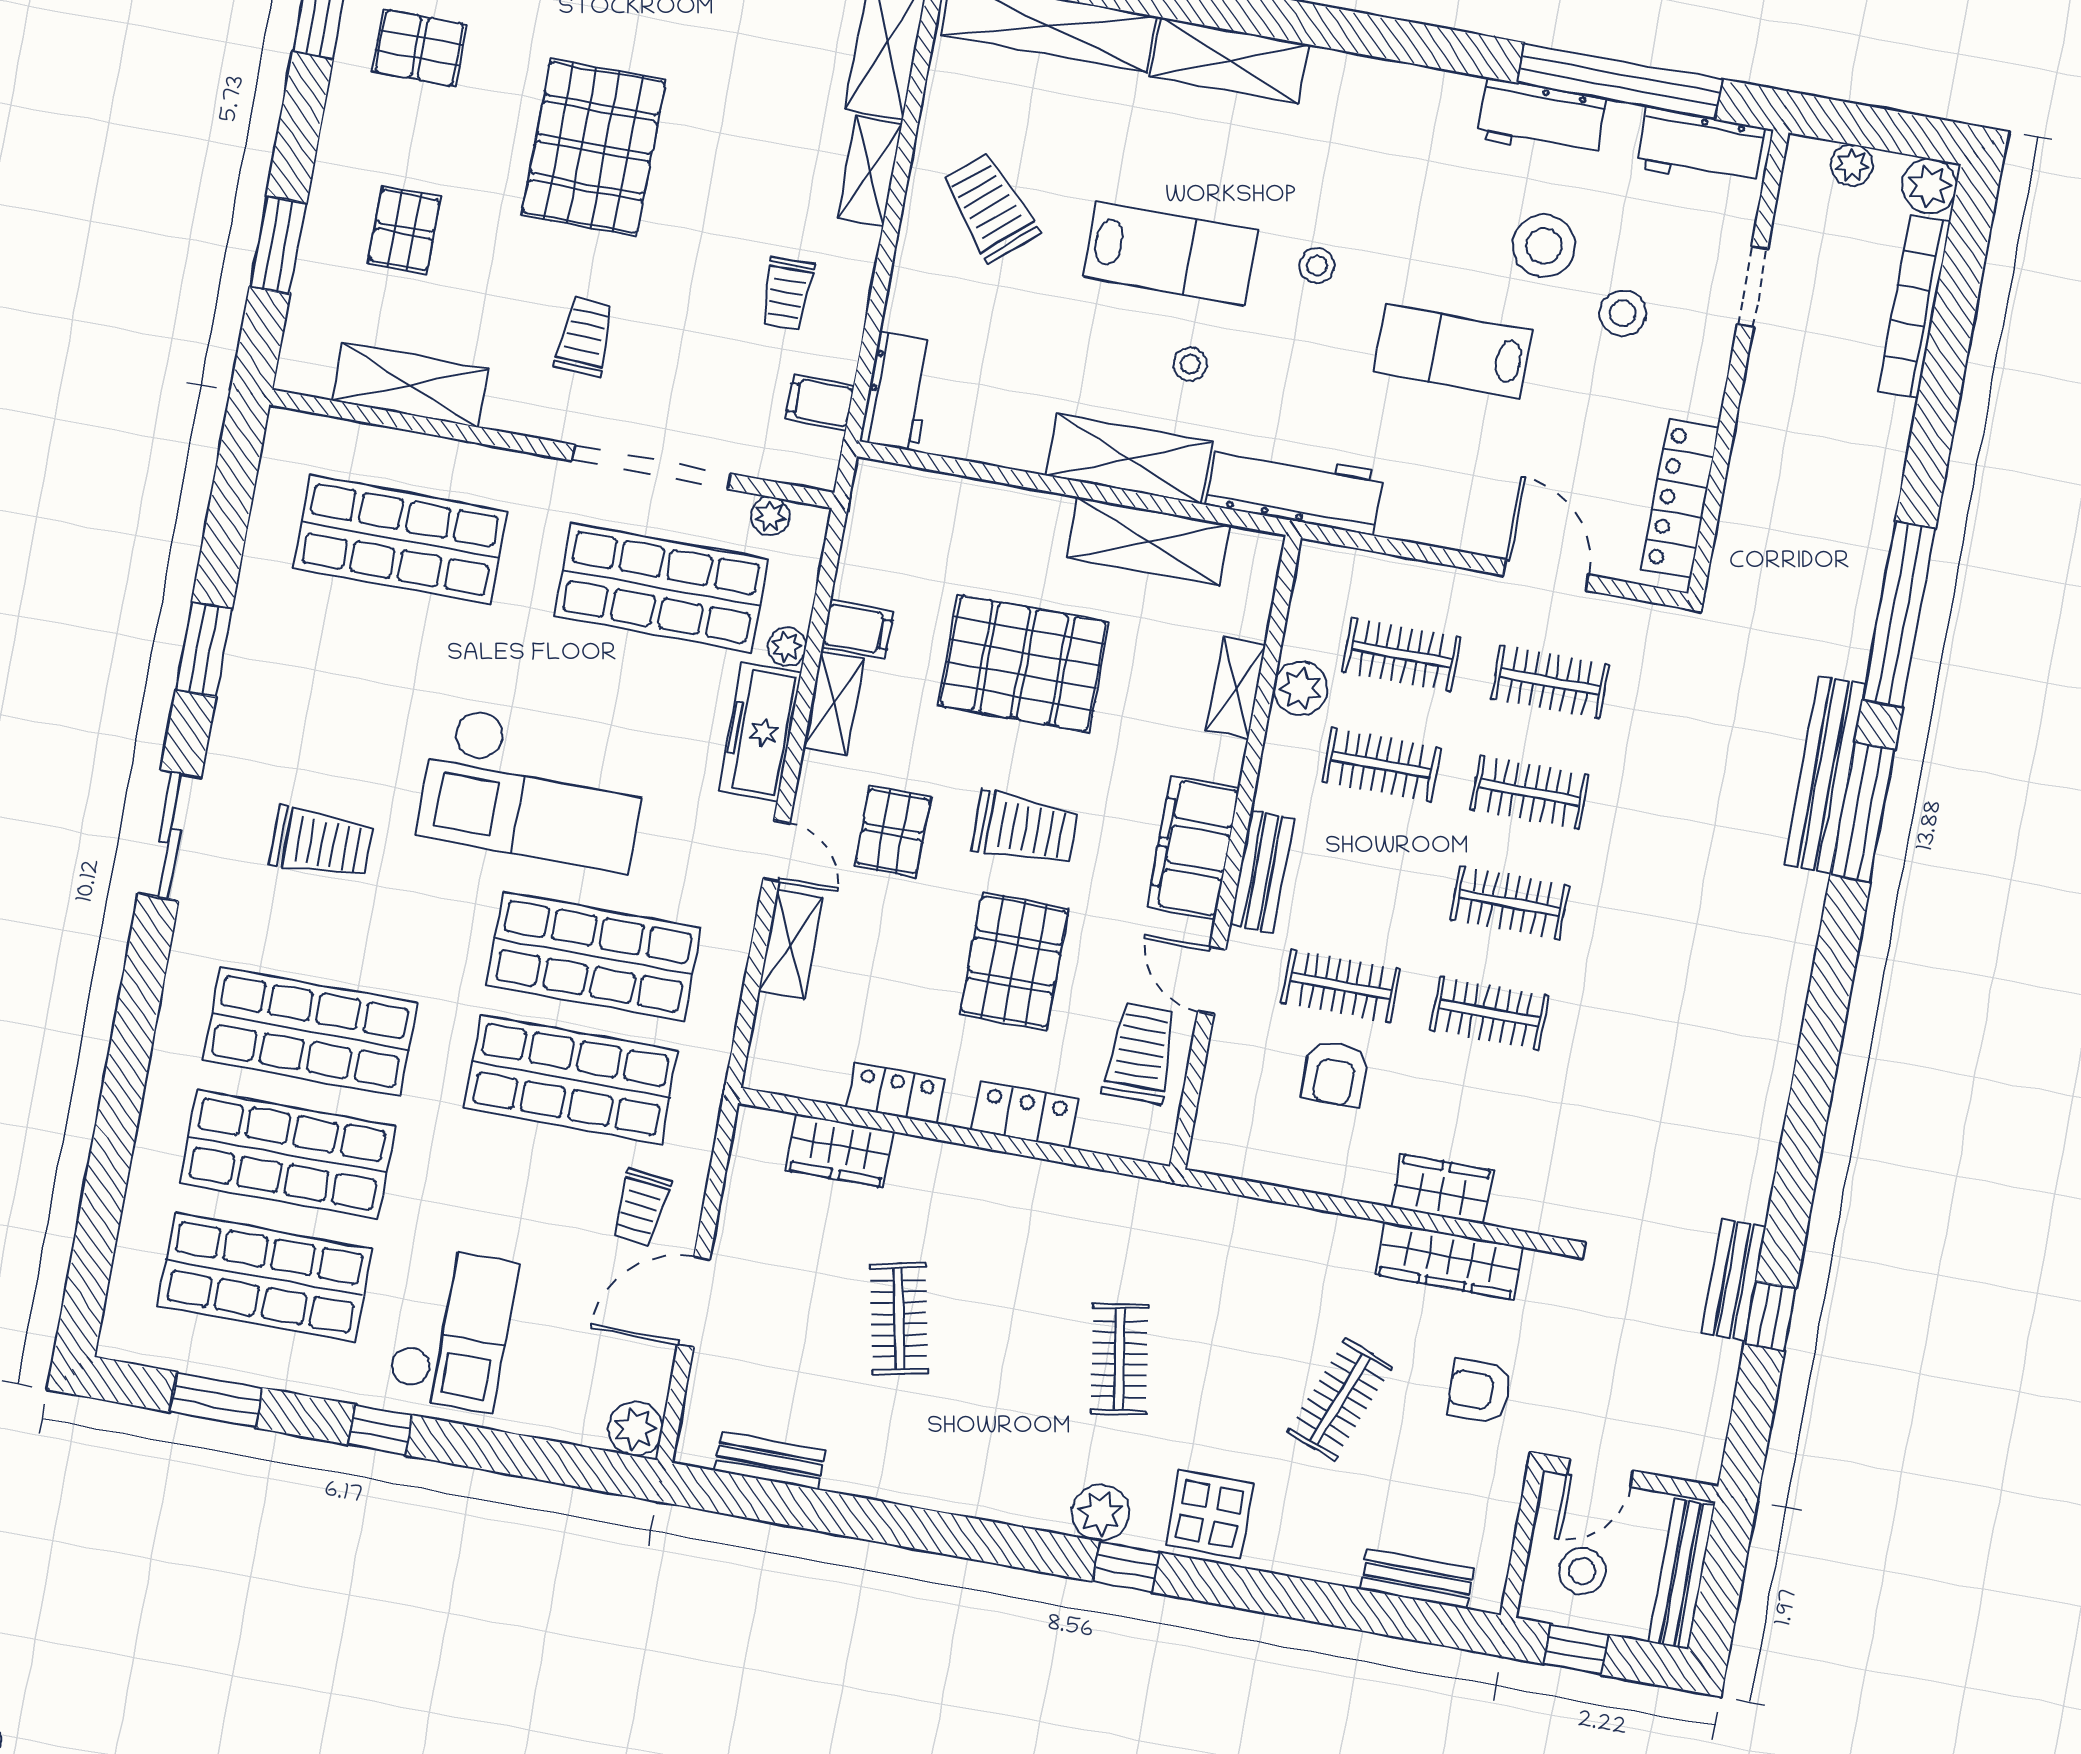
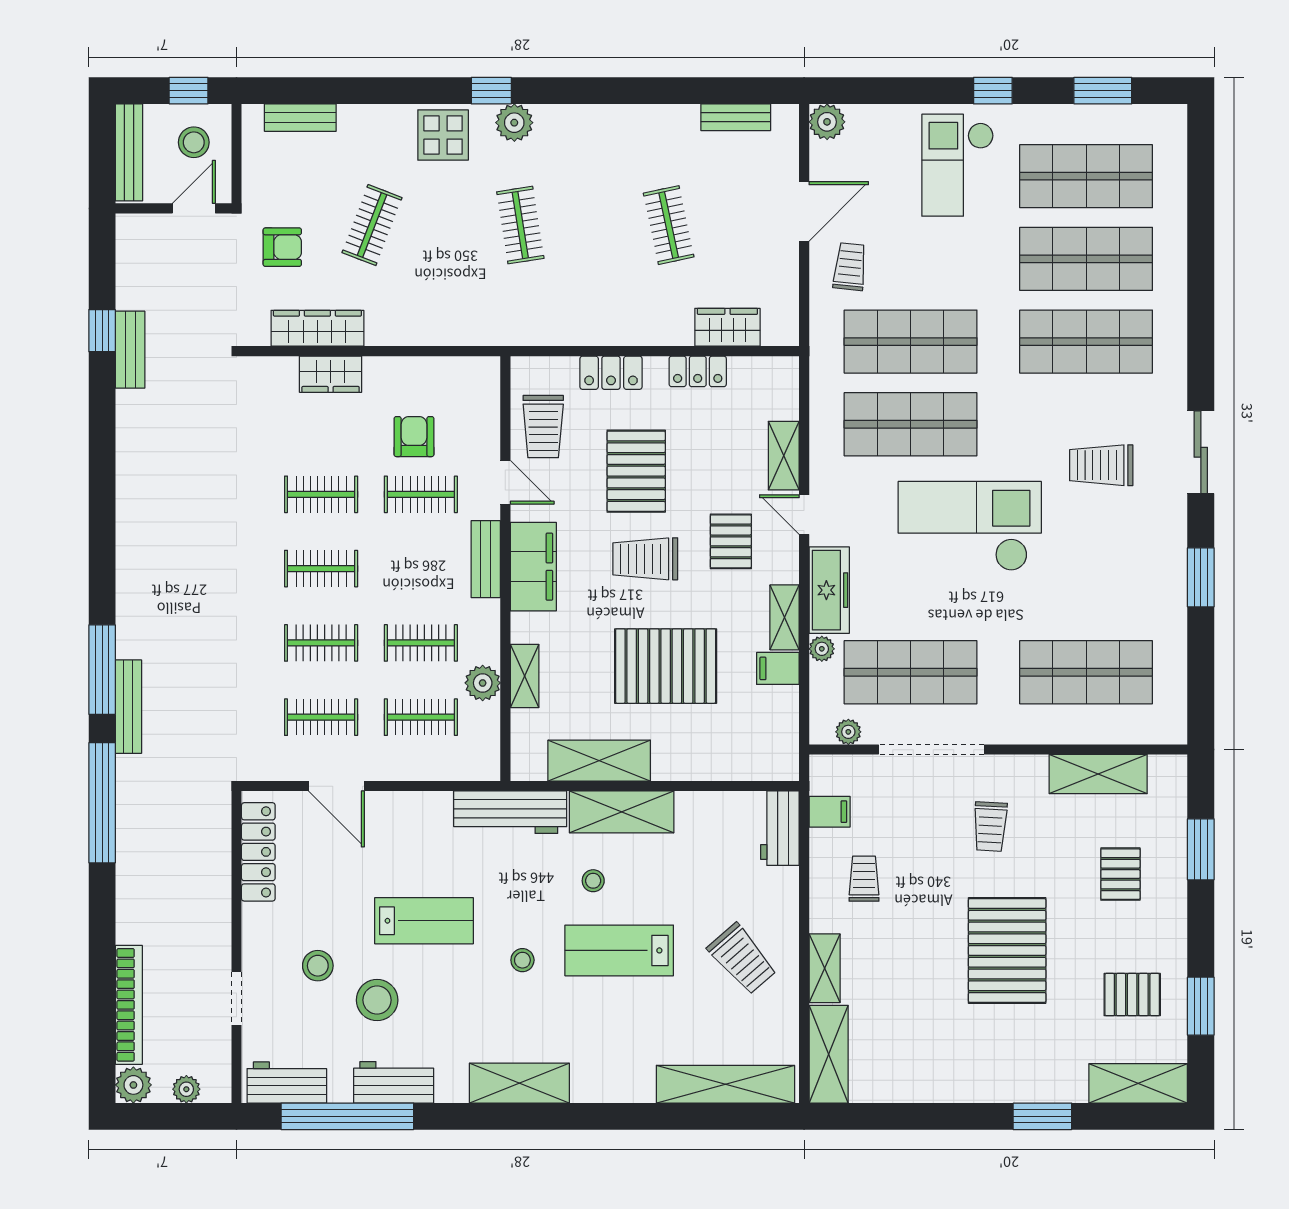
shelving: (1230, 61) -> (519, 1083), moved
bench: (1825, 775) -> (128, 707), width x0.73, depth x0.82

